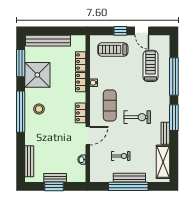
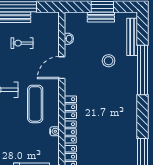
shower: (37, 75) -> (122, 141), removed
stool: (39, 109) -> (109, 61), moved
window: (21, 112) -> (142, 70), moved
locker: (81, 113) -> (70, 107), moved

